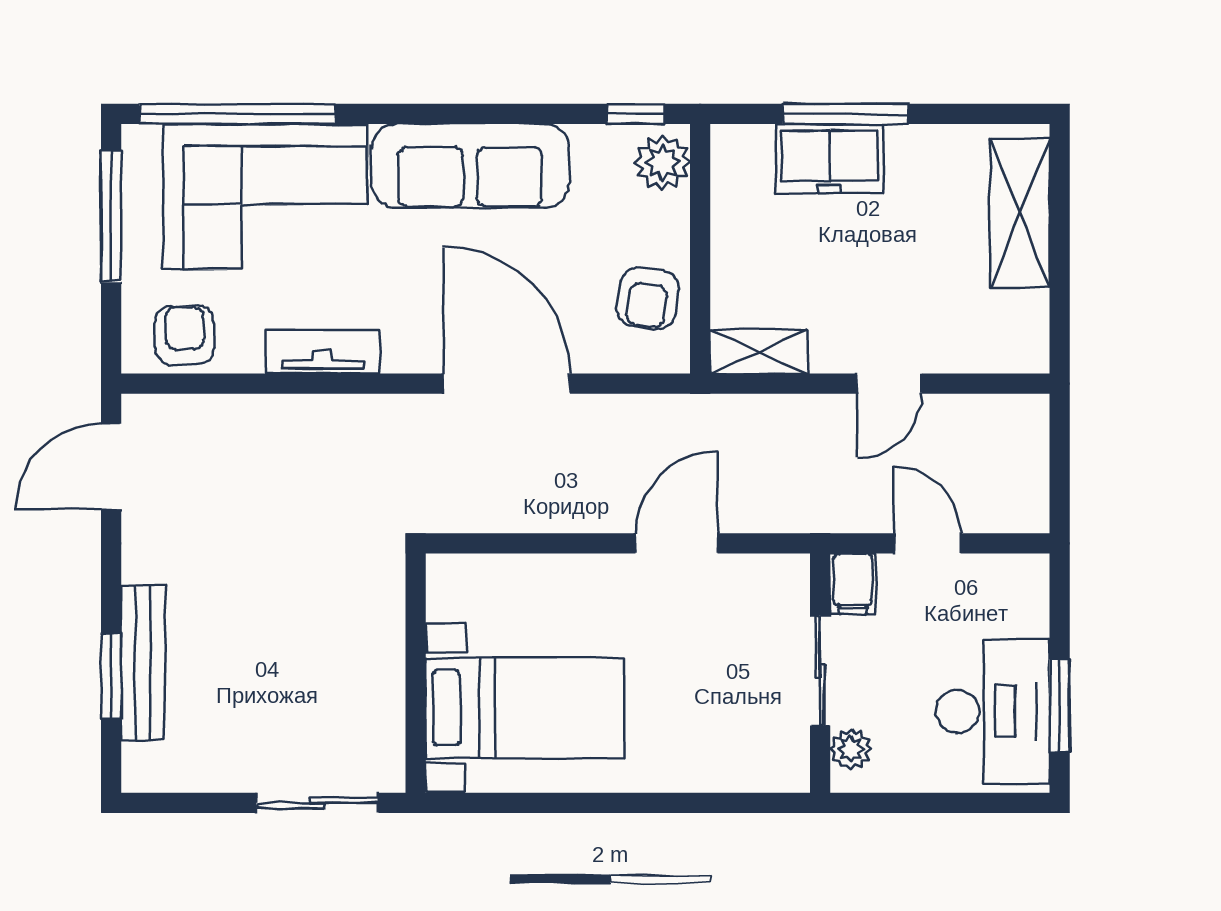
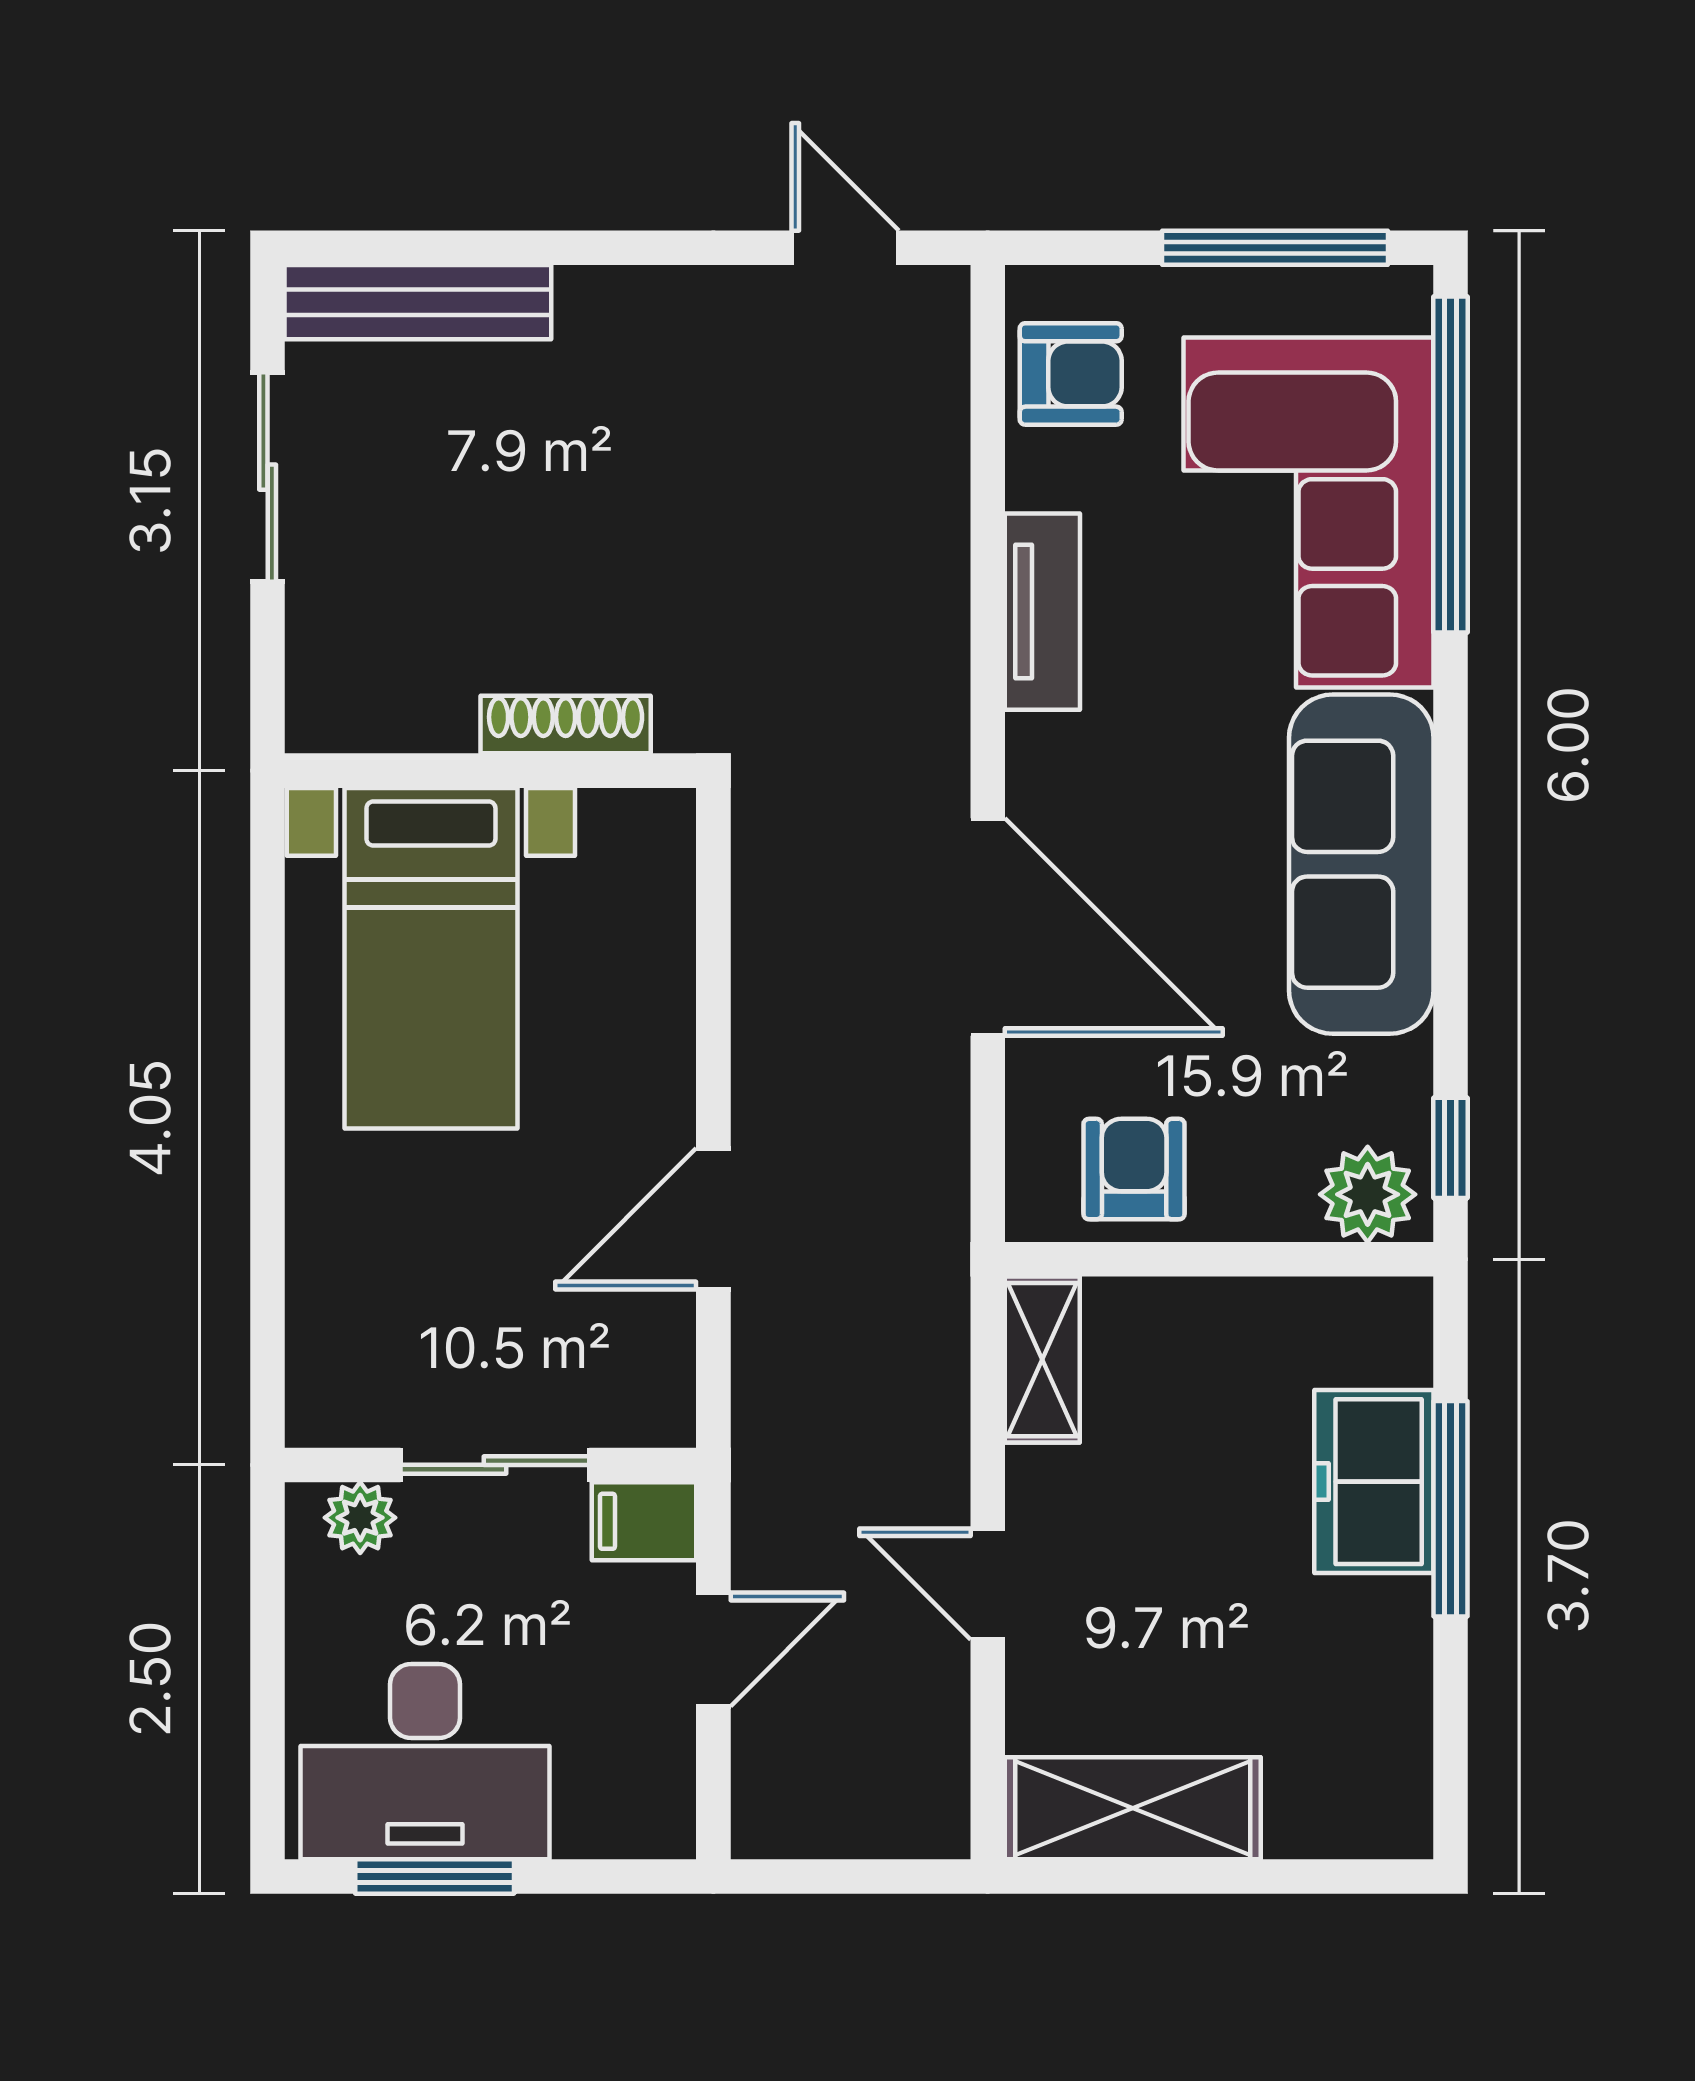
shelving: (1020, 213) -> (1133, 1808), moved
armchair: (648, 298) -> (1134, 1169), turned 82
door: (507, 384) -> (988, 927), hinge flipped
door: (111, 467) -> (845, 248), width x0.73
door: (677, 543) -> (713, 1219), swing flipped
shoe rack: (389, 629) -> (566, 725), added
bench: (143, 663) -> (418, 302), moved
window: (111, 676) -> (485, 248), removed
sliding door: (318, 803) -> (268, 477), moved

